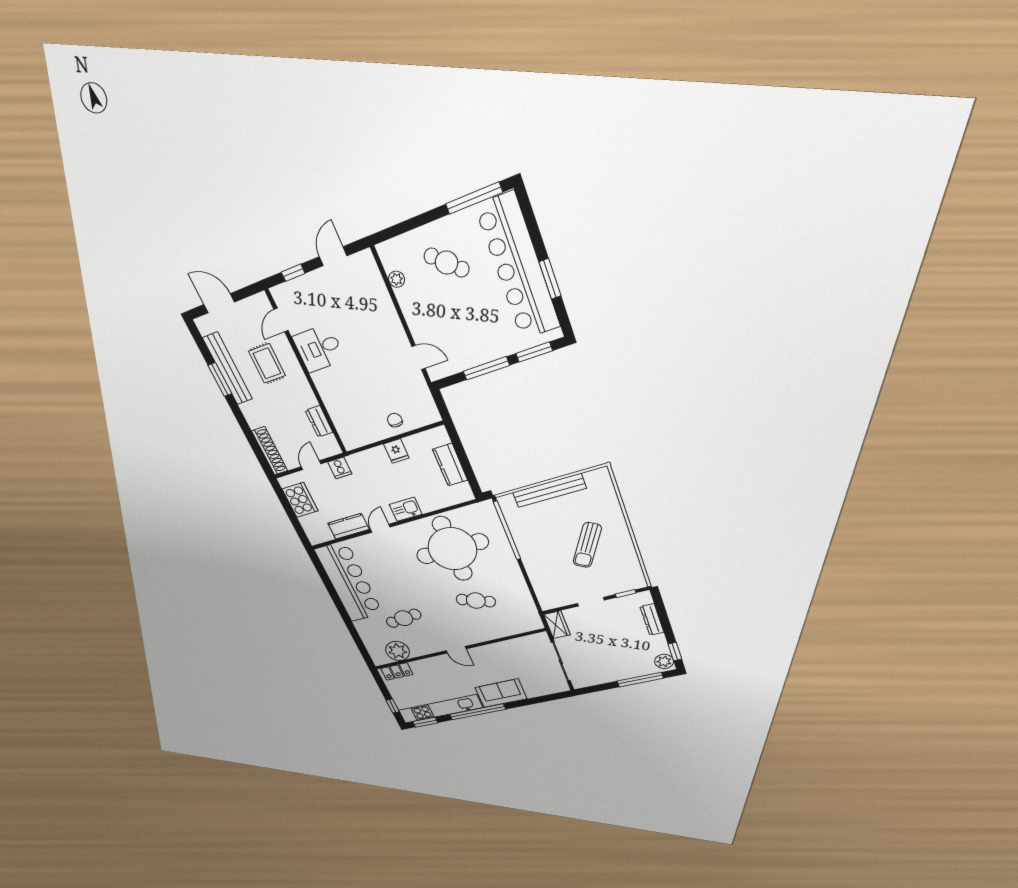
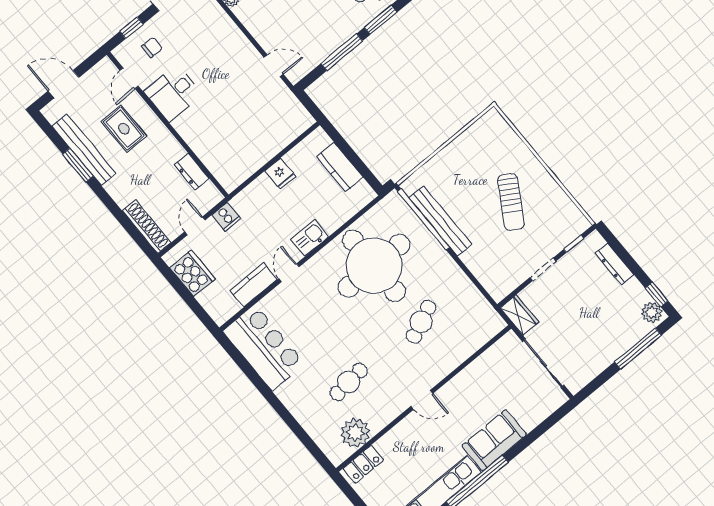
chair: (395, 420) -> (152, 47), moved, turned 90
bench: (549, 490) -> (440, 221), moved, turned 90
bar counter: (349, 582) -> (264, 347), width x0.73
cafe table: (476, 601) -> (421, 322), turned -45

